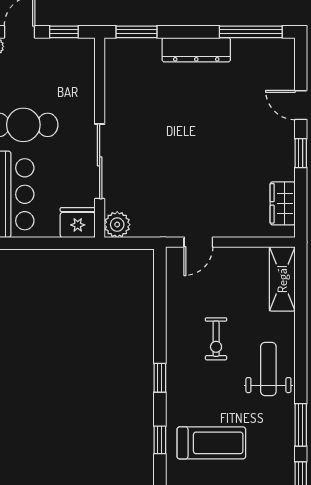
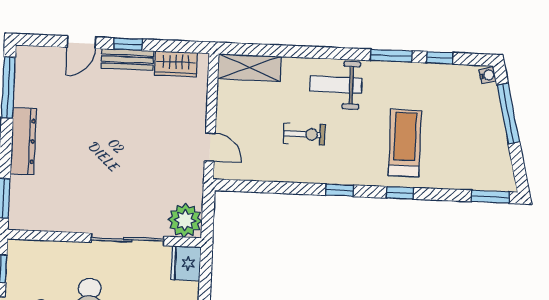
bench: (285, 153) -> (128, 60), added
plant: (117, 225) -> (185, 220), width x1.36, depth x1.36

